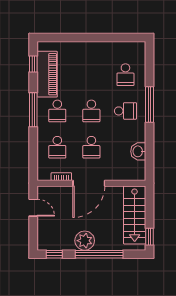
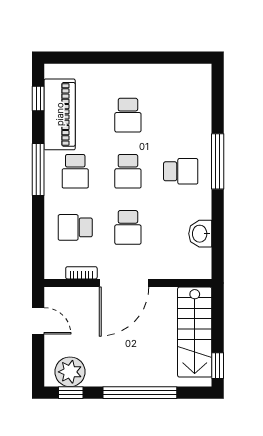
school desk: (125, 75) -> (128, 115), moved
school desk: (57, 147) -> (75, 227), turned 90
plant: (85, 241) -> (70, 372), moved

